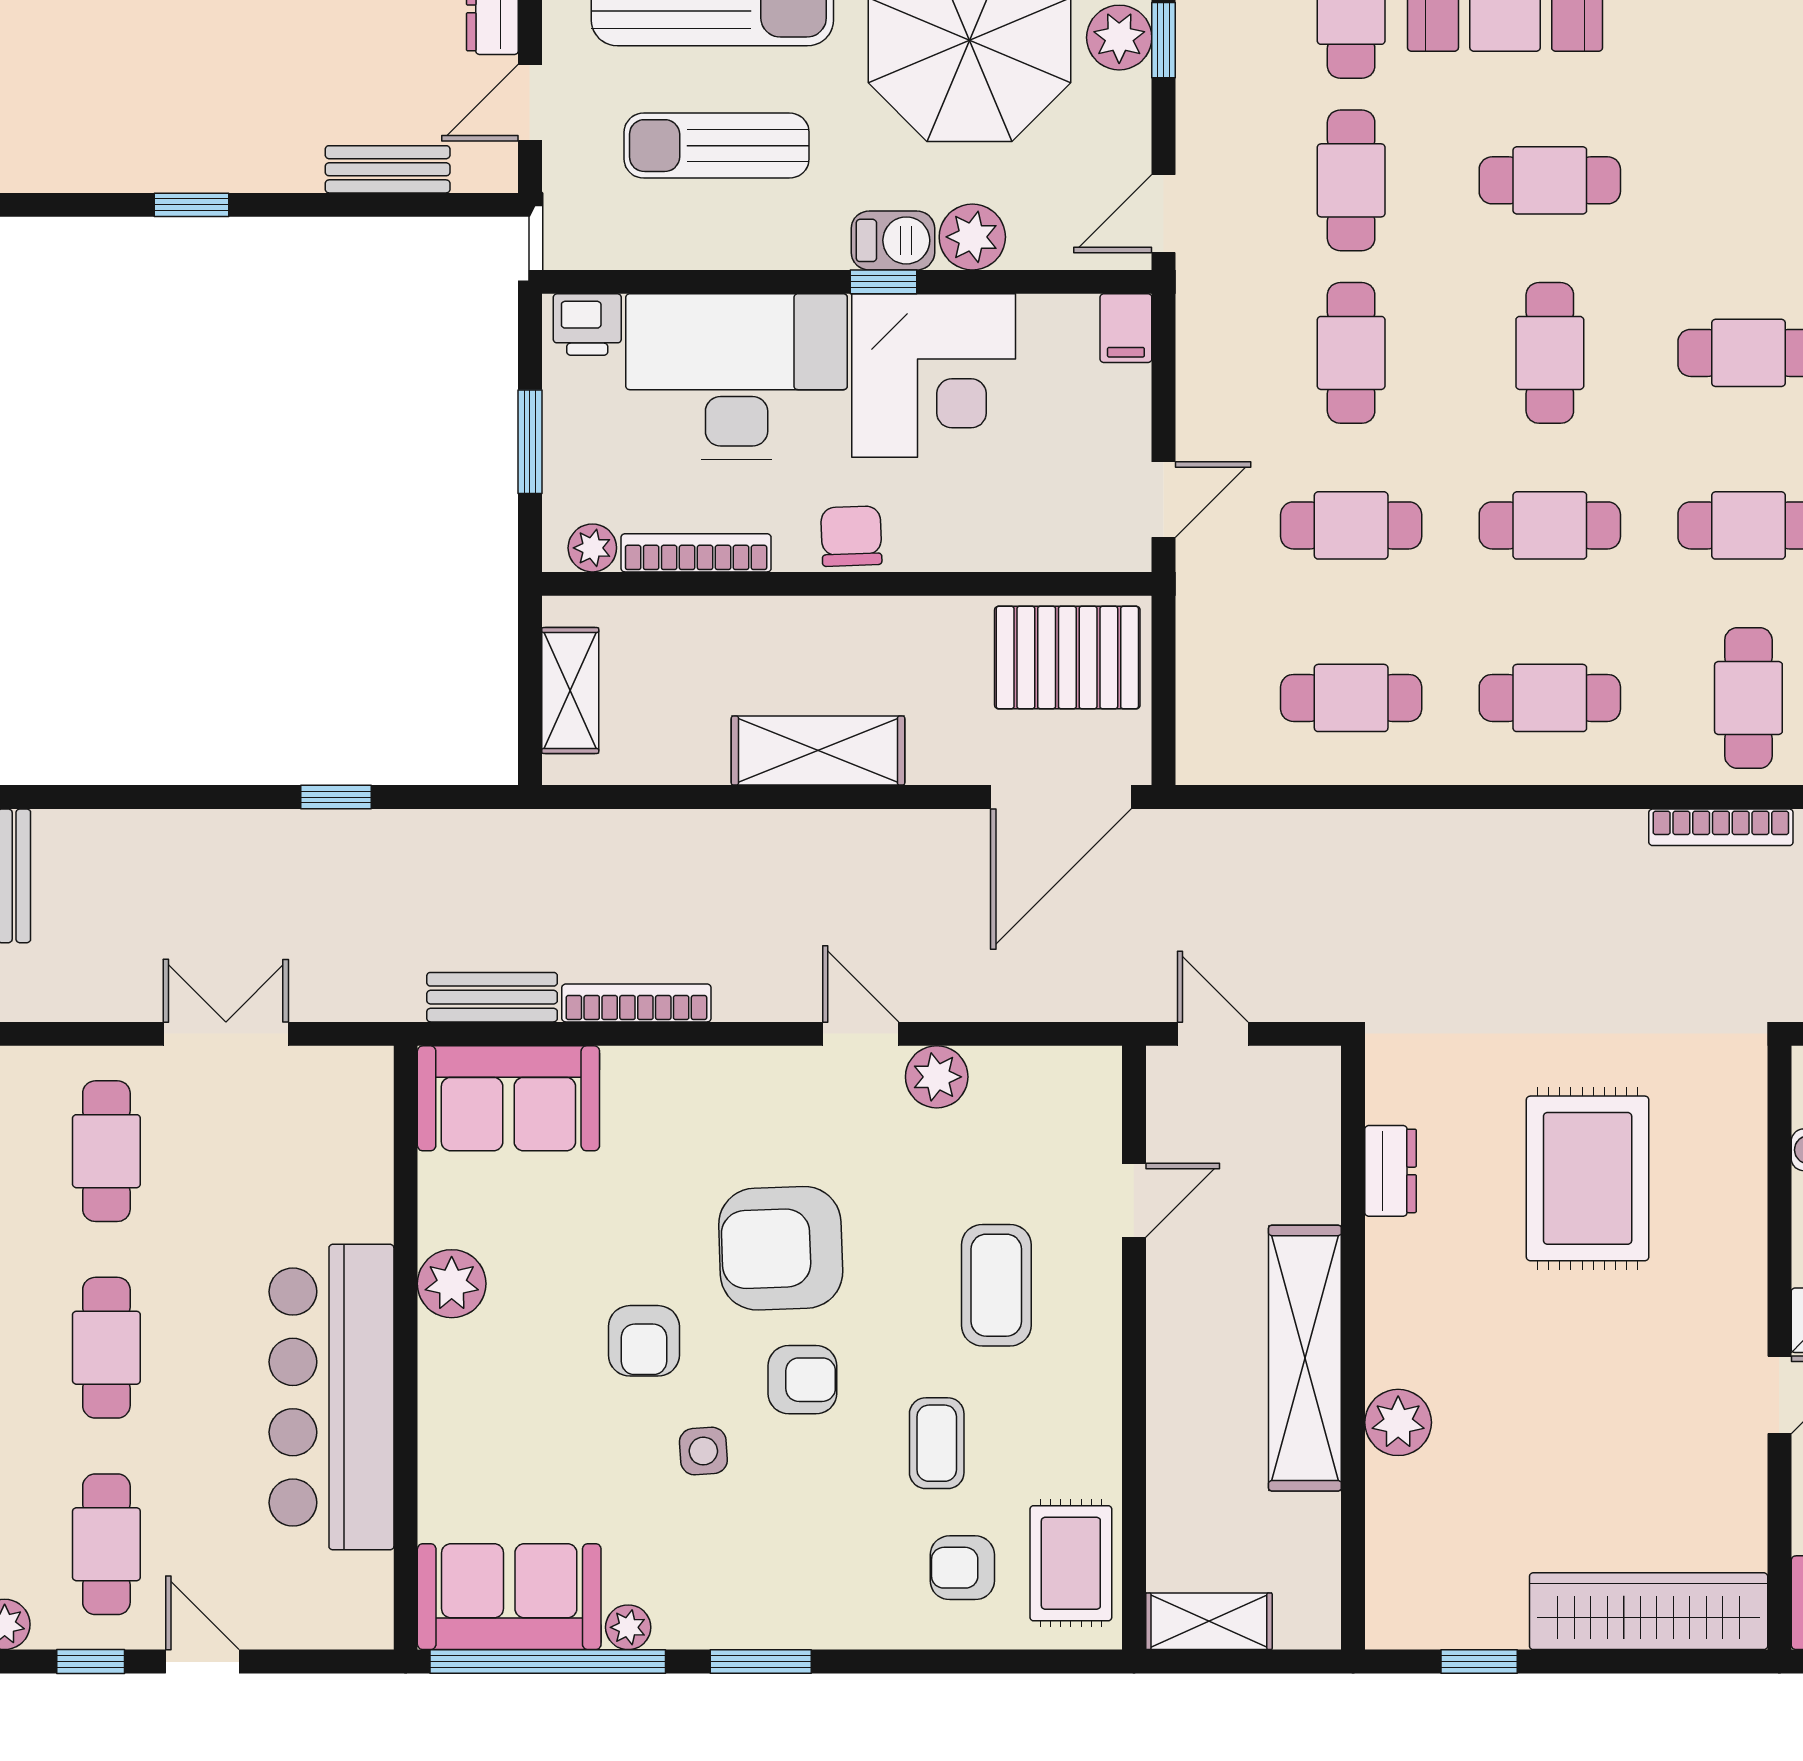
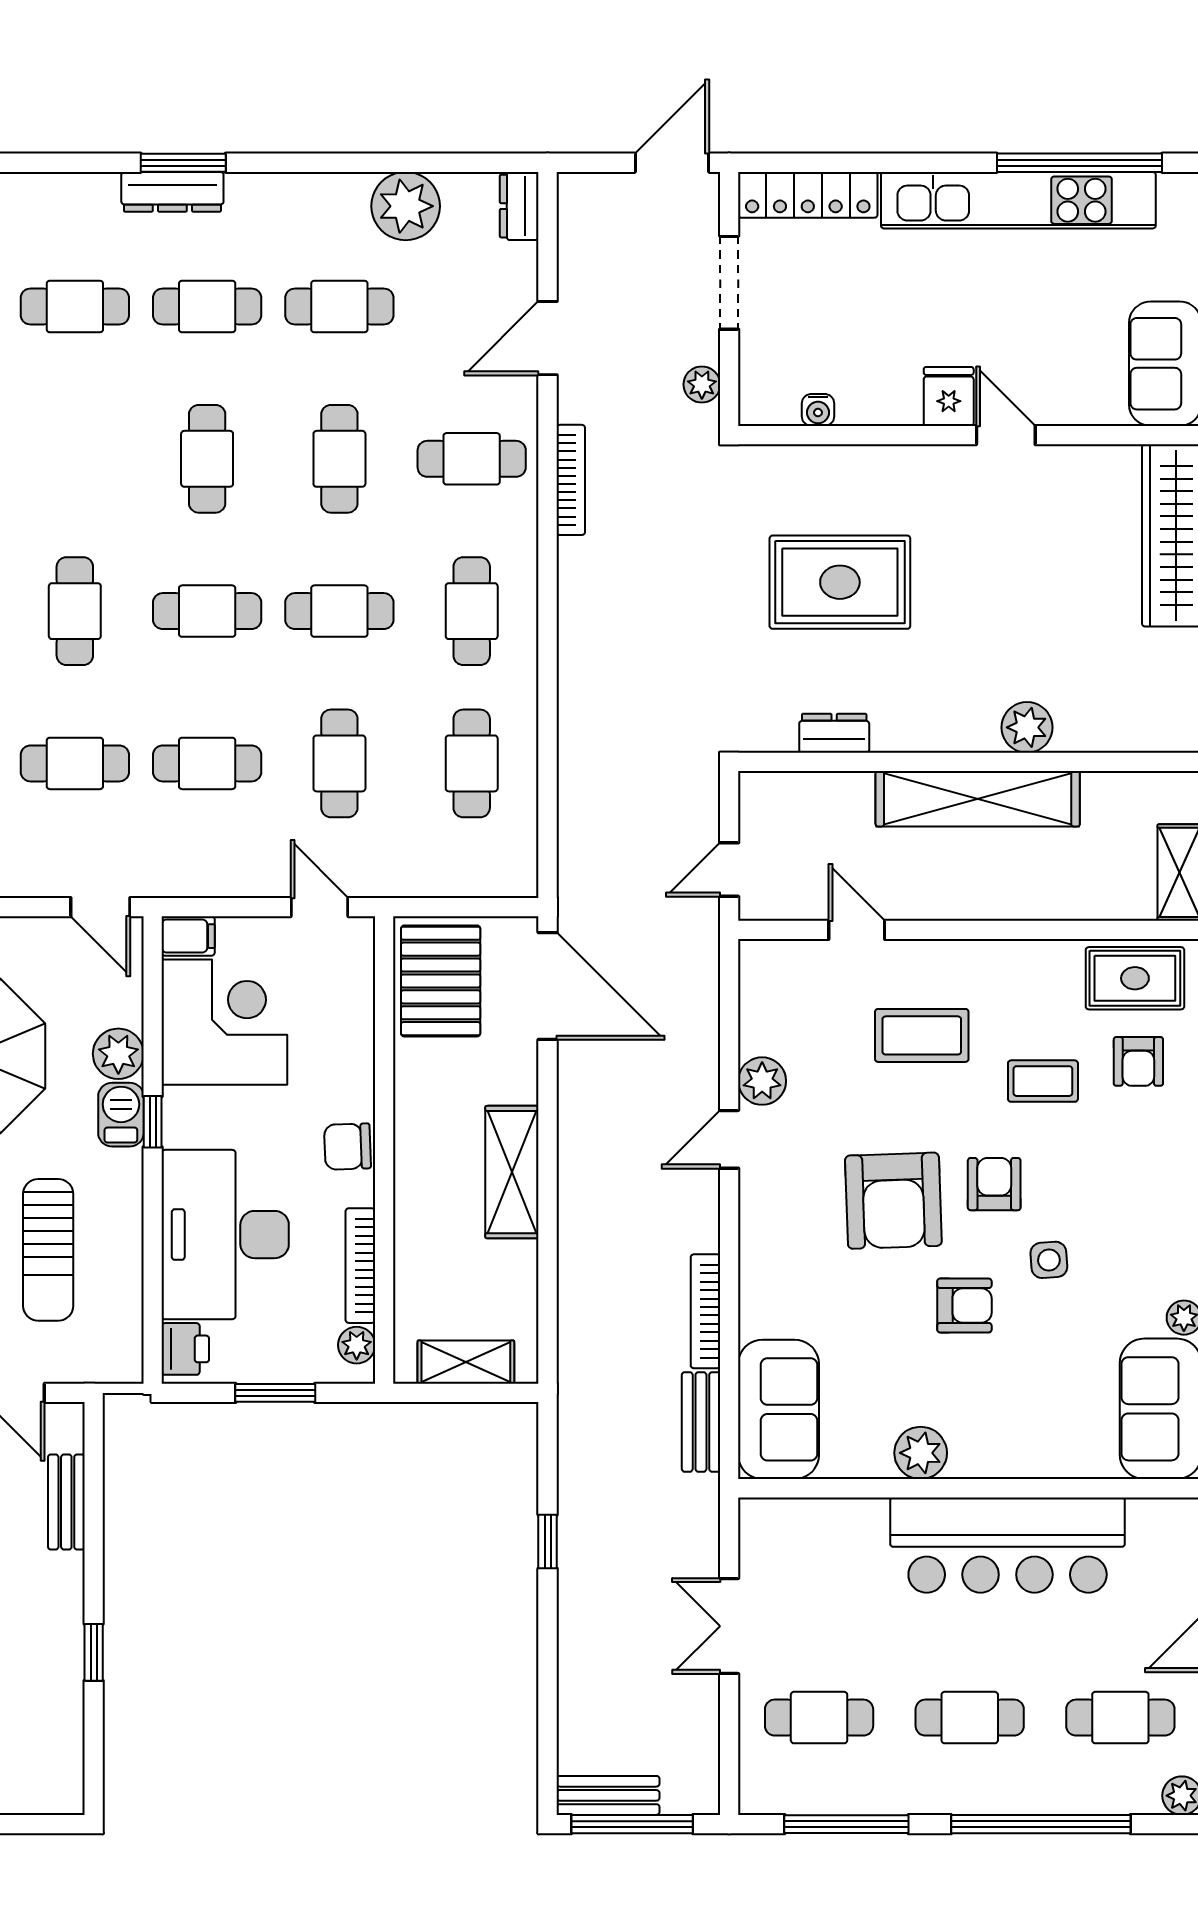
corner desk: (934, 375) -> (224, 1022), moved
cafe table: (1550, 525) -> (339, 611), turned 90

